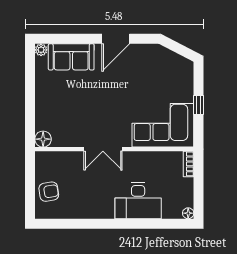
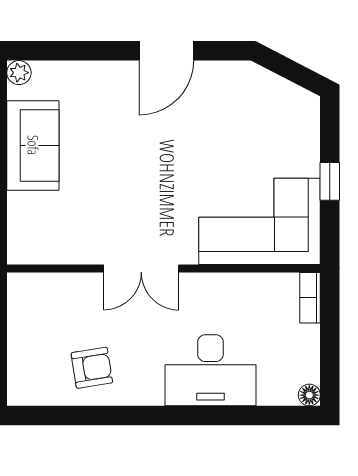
sofa: (71, 57) -> (33, 145), moved, turned -90
floor lamp: (43, 139) -> (23, 249), removed
armchair: (49, 192) -> (92, 368), moved

